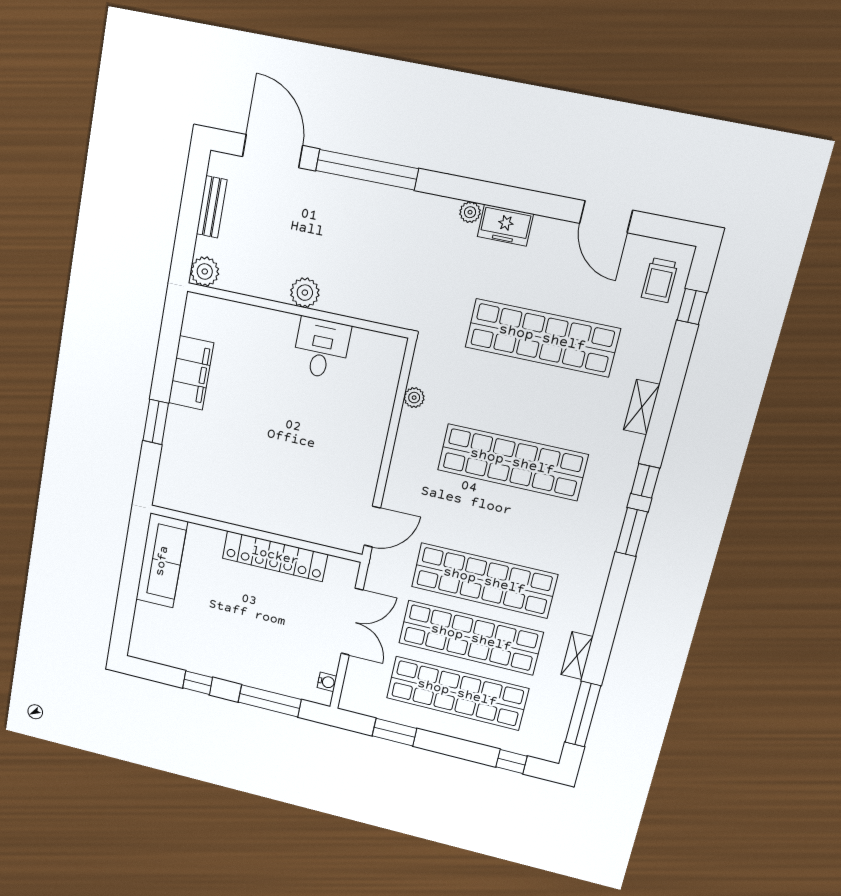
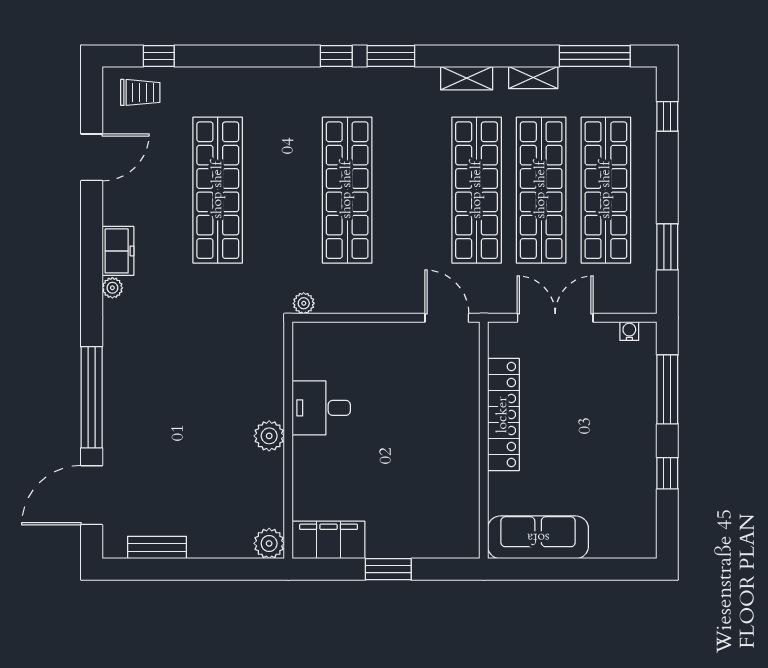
plant: (205, 271) -> (269, 543), moved
plant: (305, 293) -> (269, 436), moved
wall: (297, 310) -> (288, 440), moved
desk: (321, 348) -> (321, 408), moved
shelving: (642, 407) -> (467, 78), moved

